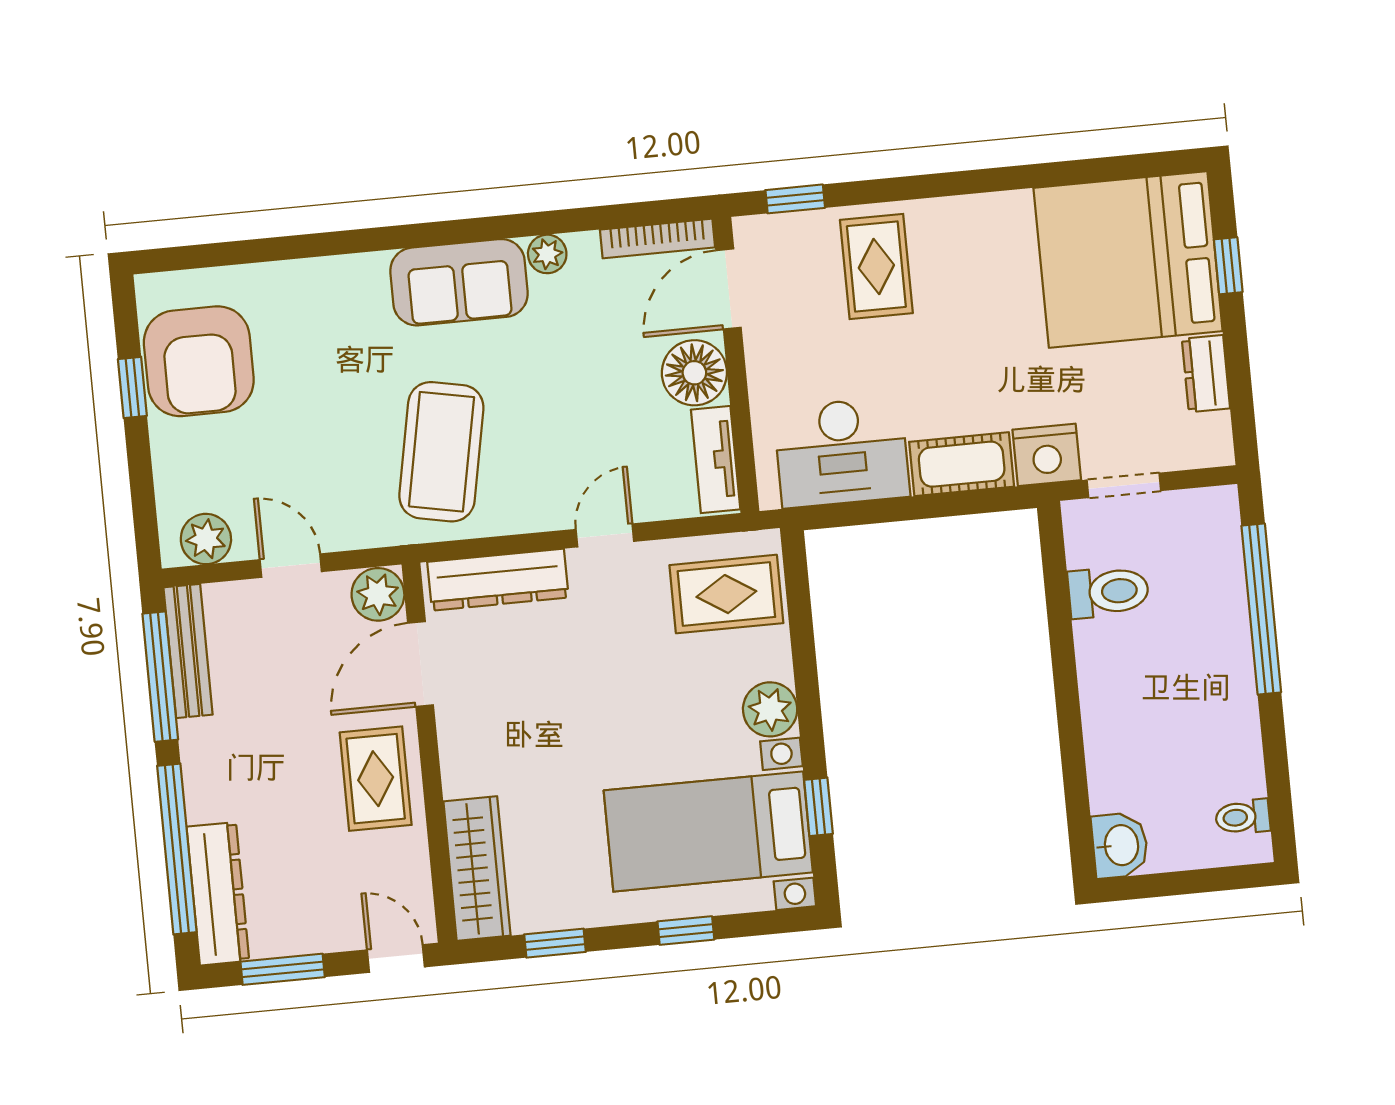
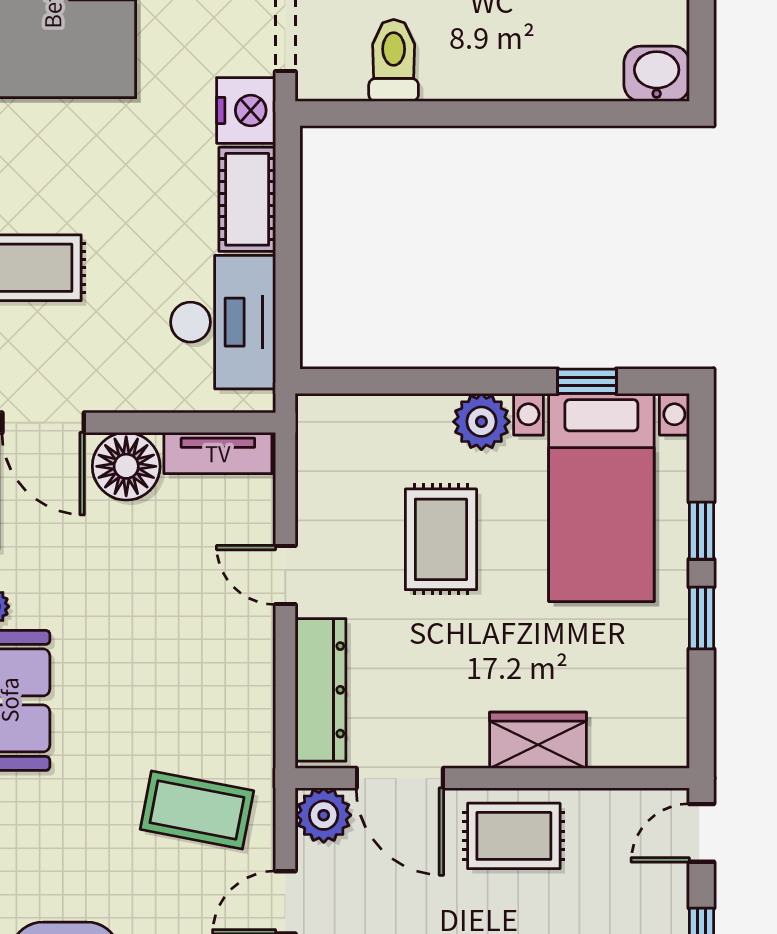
coffee table: (441, 452) -> (197, 810), moved, width x0.73, depth x0.76
rug: (726, 594) -> (441, 539), moved
wardrobe: (477, 869) -> (538, 740), moved, width x0.67
window: (555, 943) -> (702, 618), moved

